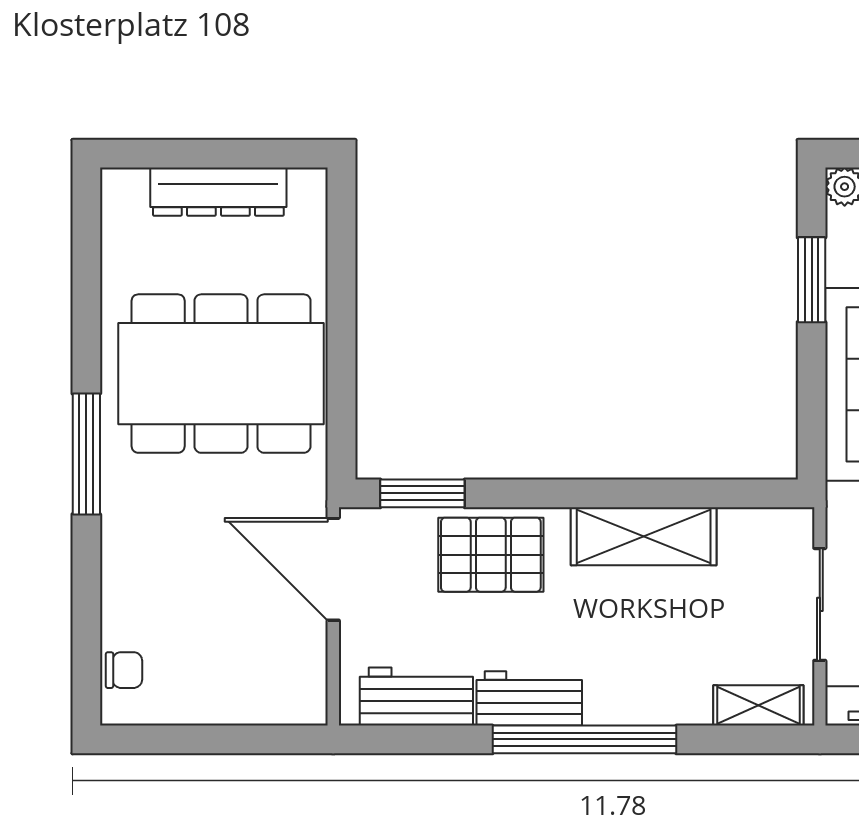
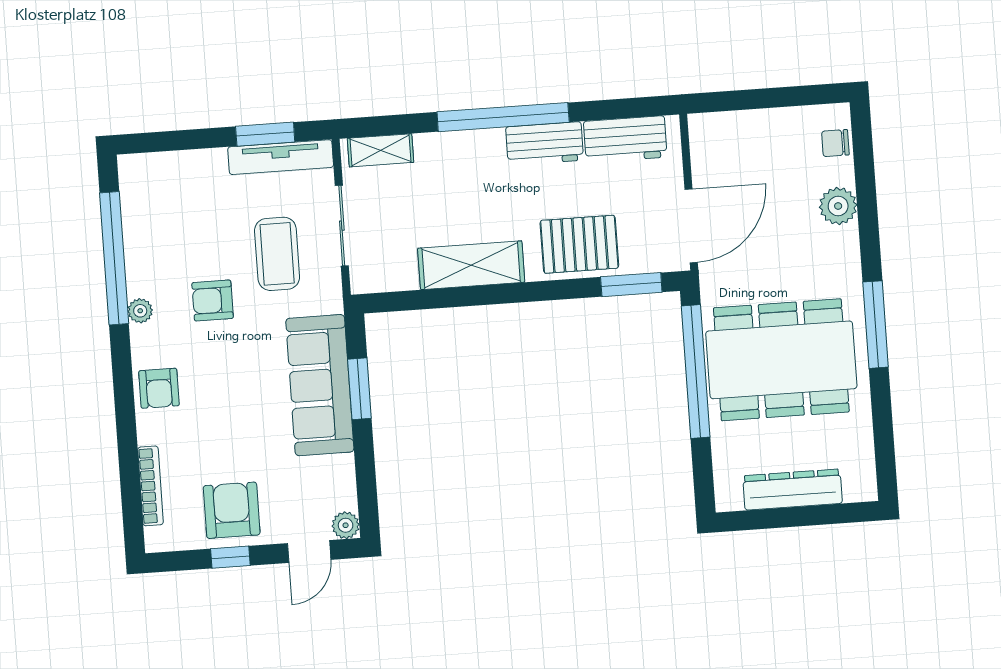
window: (812, 280) -> (359, 389), moved
window: (342, 366) -> (696, 372), added
window: (86, 454) -> (876, 325), moved
door: (333, 569) -> (691, 226), hinge flipped
plant: (127, 582) -> (838, 206), added

